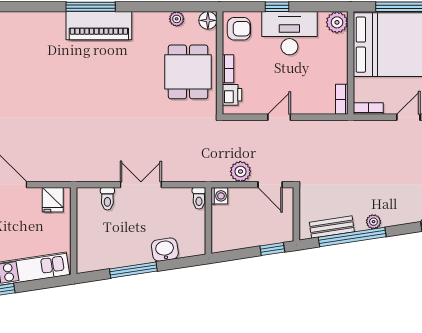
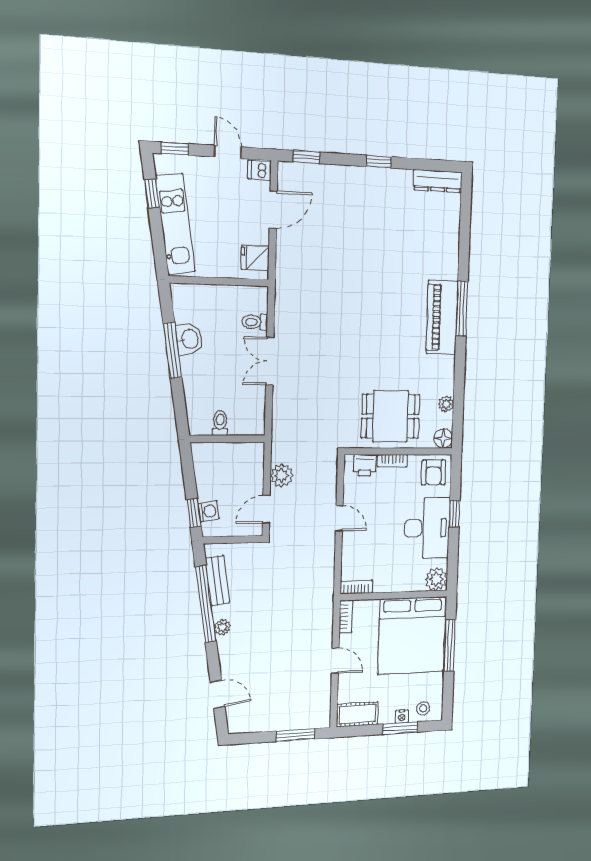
double door: (141, 185) -> (270, 361), swing flipped
washing machine: (219, 196) -> (208, 511), moved, turned -99
toilet: (199, 198) -> (220, 423), moved, turned 90
washbasin: (165, 250) -> (189, 339), moved

